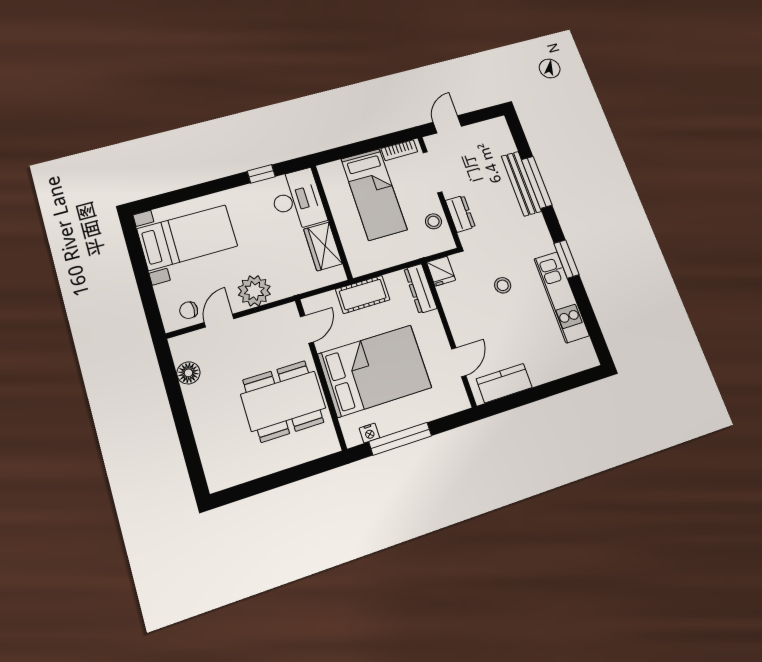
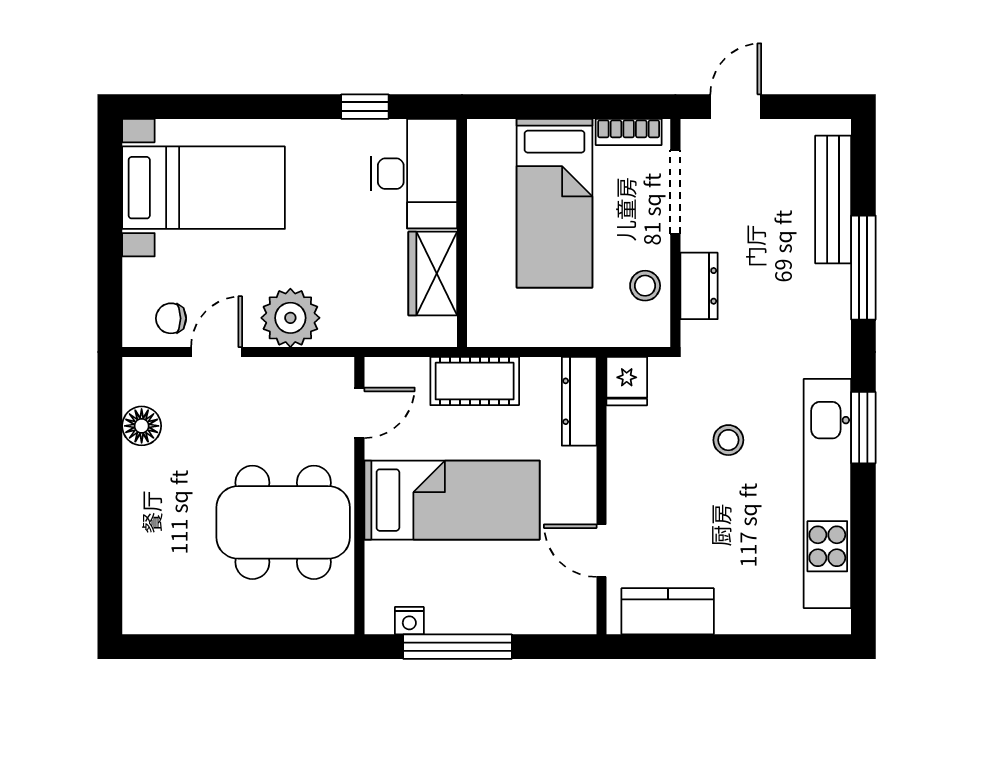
bench: (521, 184) -> (833, 199), moved
kitchen unit: (562, 297) -> (827, 494), width x1.36
door: (459, 362) -> (601, 551), swing flipped
bed: (375, 371) -> (452, 500), width x0.67

